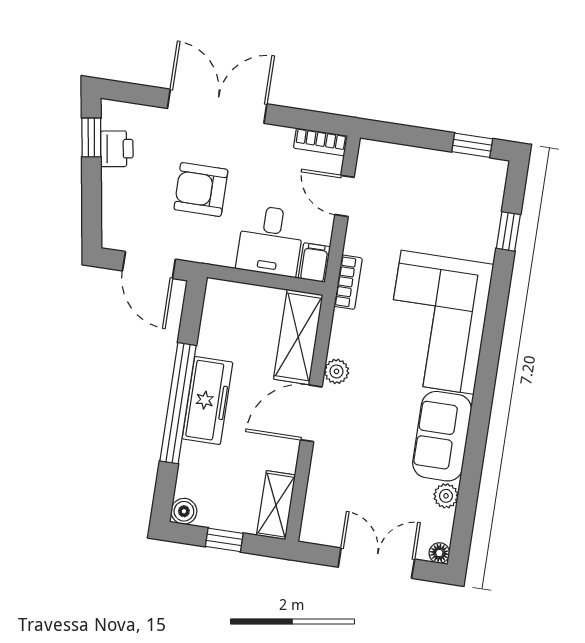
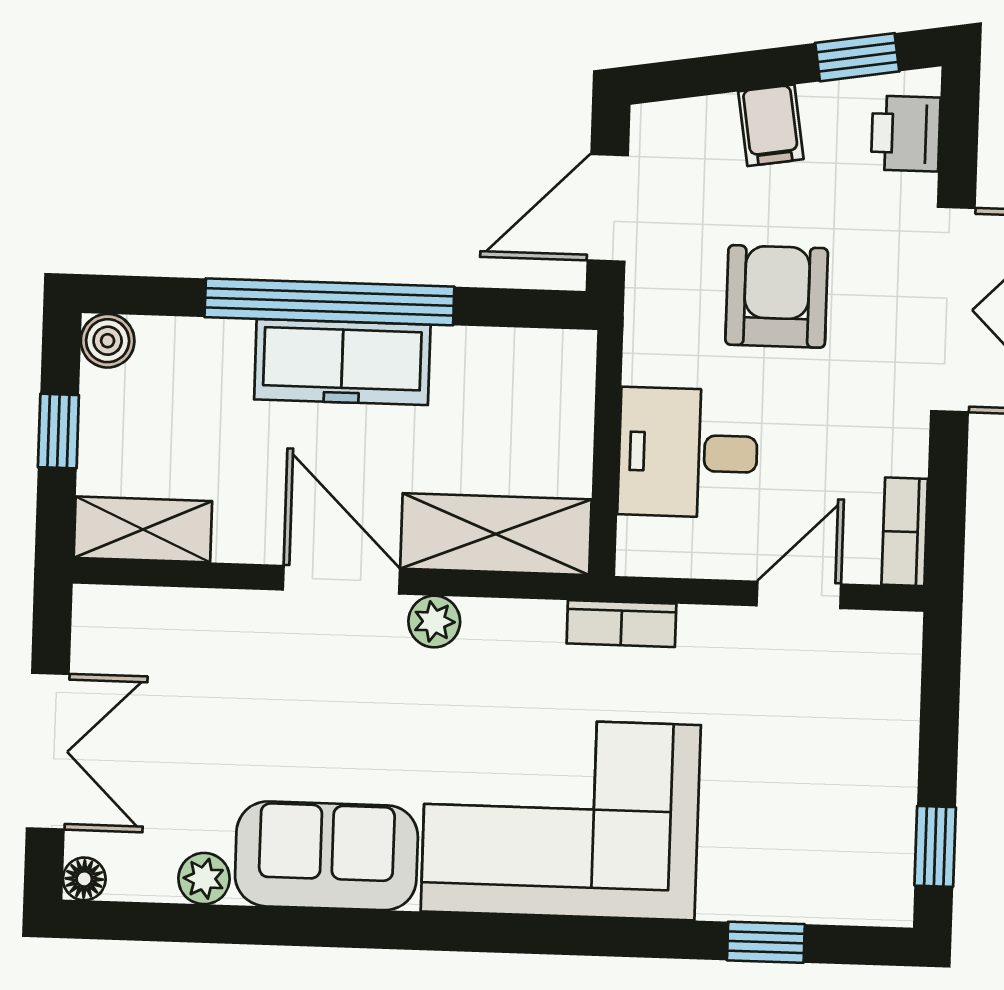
printer: (117, 149) -> (906, 134), moved, turned 99
filing cabinet: (314, 263) -> (771, 125), moved, turned 81

